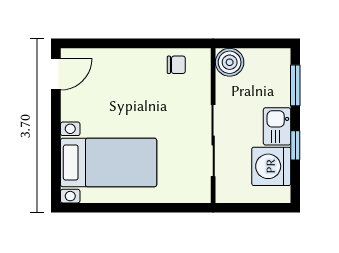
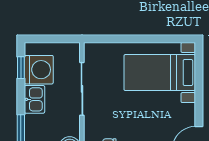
window: (295, 145) -> (21, 68), moved

